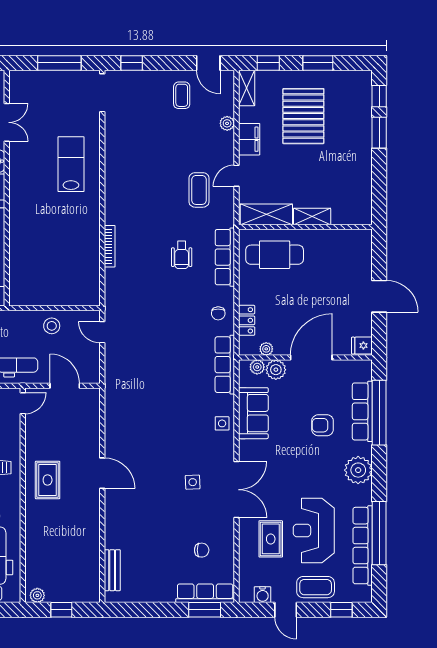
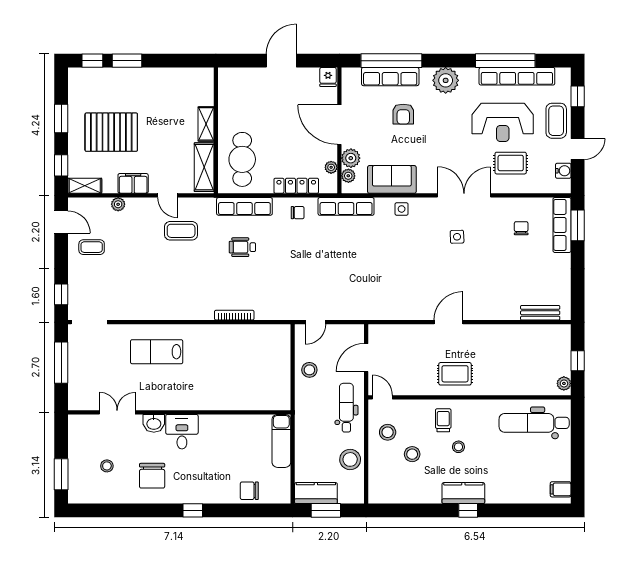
door: (208, 63) -> (61, 222), hinge flipped
wheelchair: (182, 255) -> (242, 247), turned 180
locker: (247, 320) -> (296, 186), width x1.53

